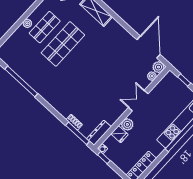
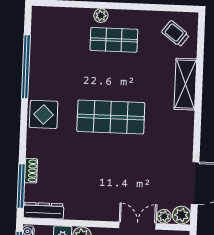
shop shelf: (63, 44) -> (111, 117), moved
display table: (52, 93) -> (44, 114), added
double door: (138, 101) -> (138, 226), moved

